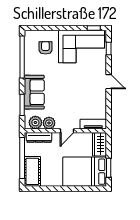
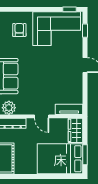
plant: (49, 123) -> (23, 108), removed
door: (67, 131) -> (42, 116), hinge flipped

